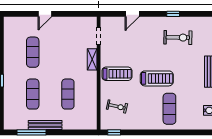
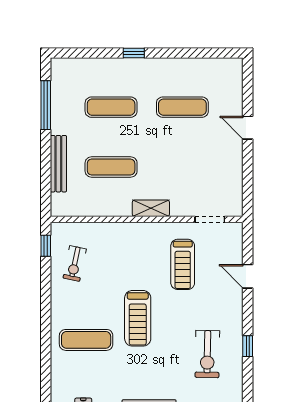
shelving: (92, 59) -> (151, 208), moved
treadmill: (117, 74) -> (183, 264), moved
exercise bike: (117, 106) -> (75, 263), moved
bench: (45, 125) -> (58, 164), moved

